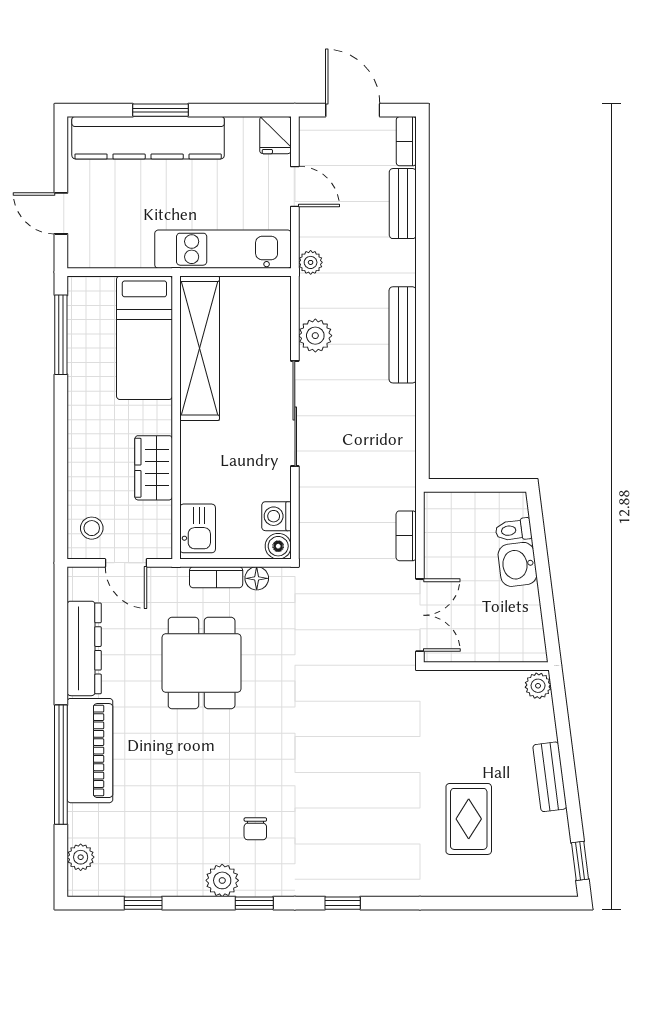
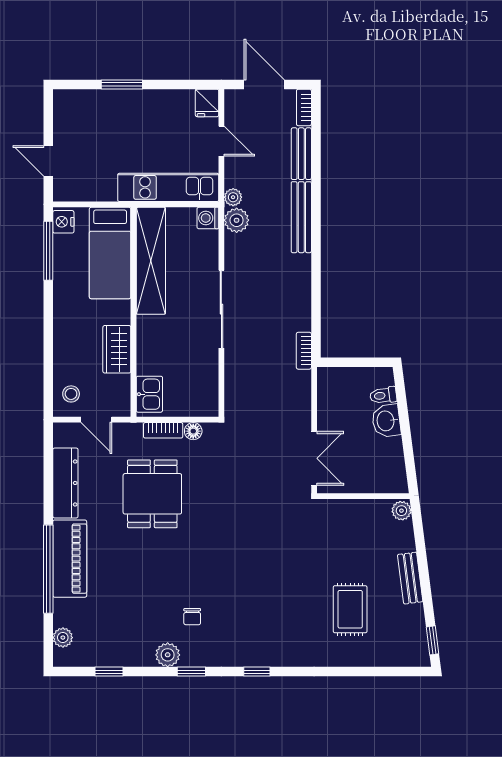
kitchen counter: (148, 138) -> (113, 105), removed
nightstand: (81, 296) -> (63, 222), added
bench: (403, 335) -> (301, 217), moved
plant: (315, 336) -> (237, 220), moved
washing machine: (277, 516) -> (208, 218), moved
bookcase: (406, 536) -> (304, 351), moved
boiler: (278, 546) -> (209, 407), removed

